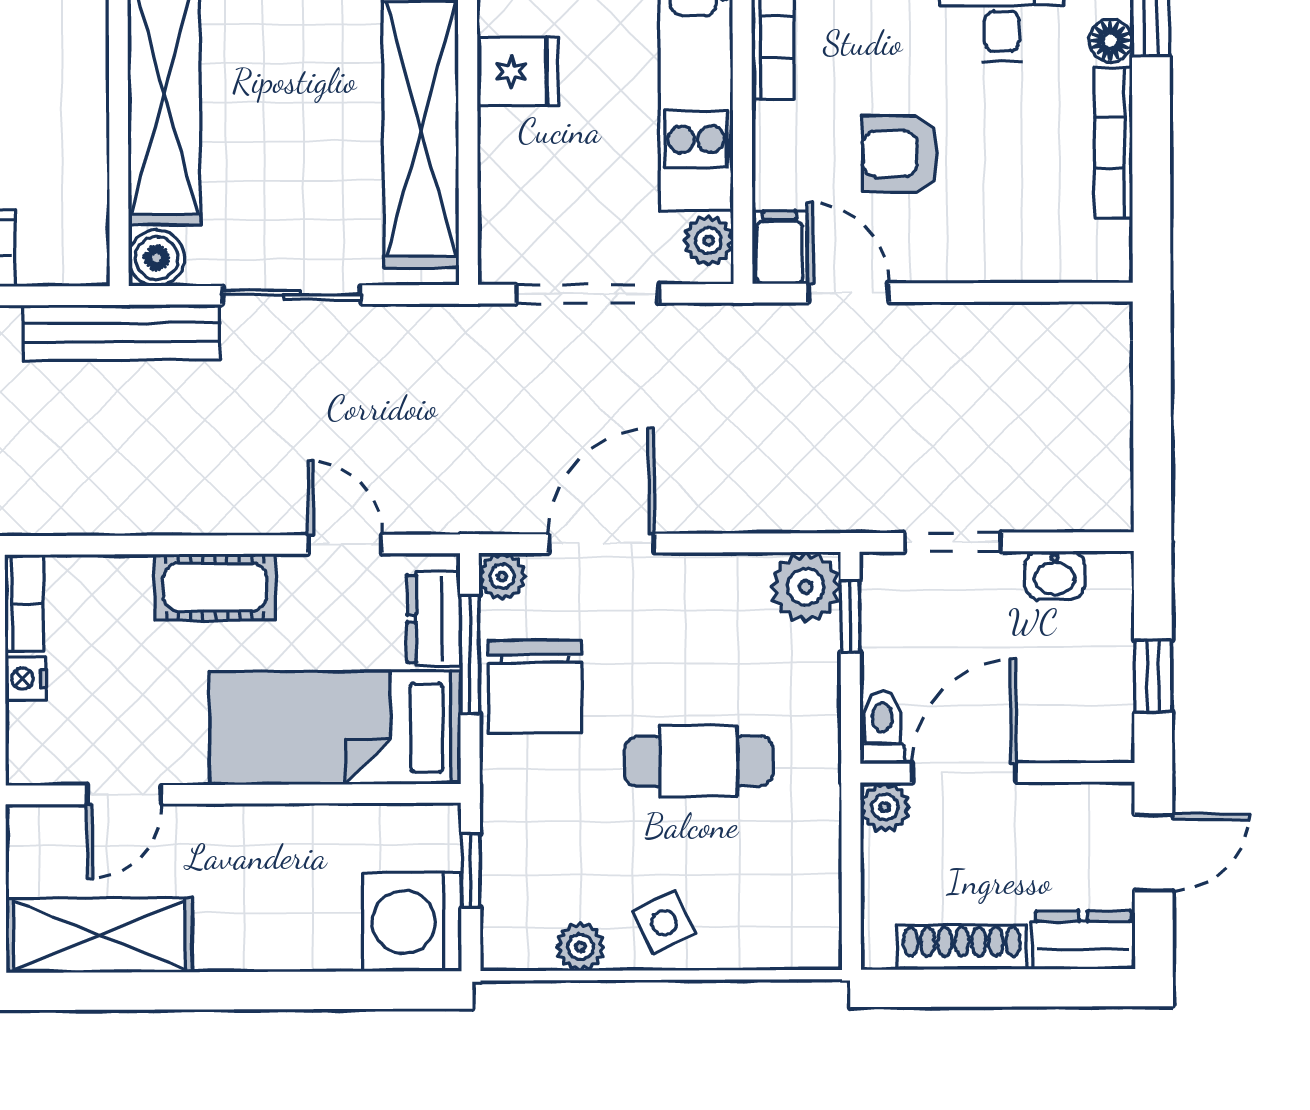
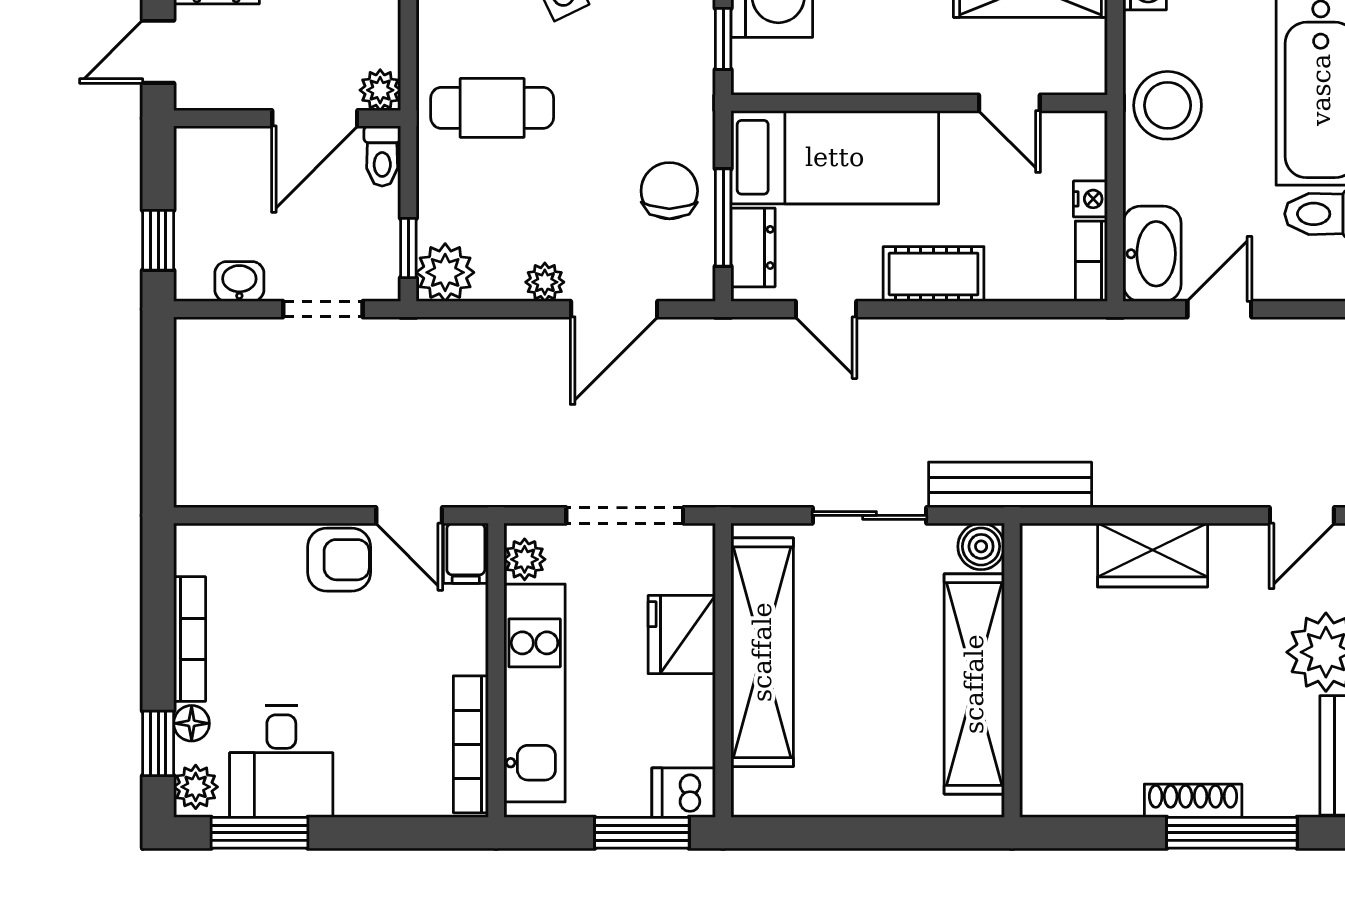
fridge: (518, 72) -> (682, 635), moved, width x1.38
armchair: (900, 154) -> (339, 560), moved
plant: (502, 576) -> (545, 282), moved
window: (1153, 676) -> (158, 240), moved
chair: (535, 687) -> (669, 191), width x0.73, depth x0.73
cafe table: (699, 761) -> (492, 108), moved
door: (124, 795) -> (1009, 103), swing flipped

